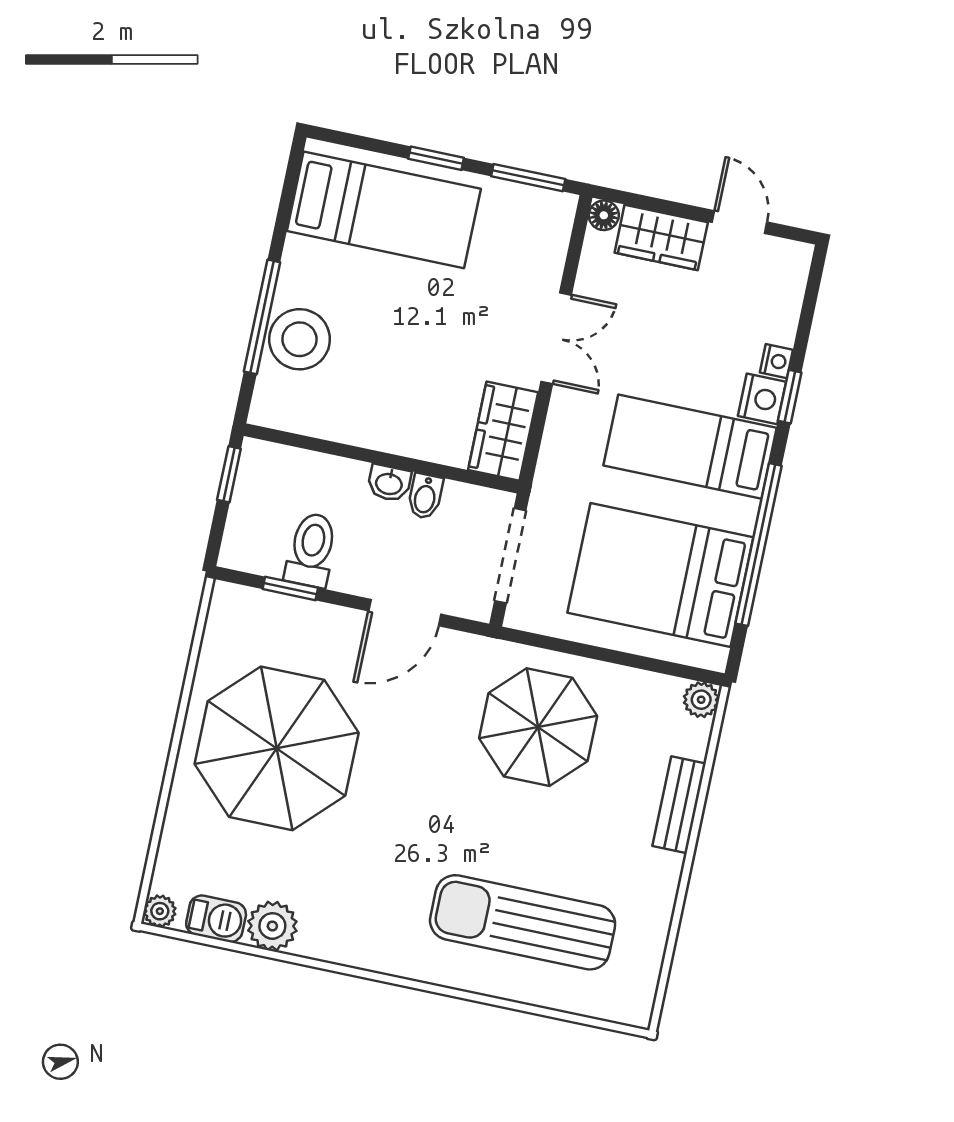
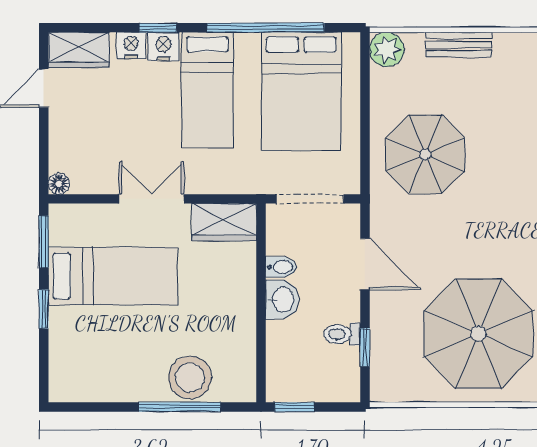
bed: (384, 210) -> (113, 276), moved, turned 90
wardrobe: (661, 237) -> (79, 50), moved, turned 90
nightstand: (776, 361) -> (131, 45), width x1.39, depth x1.35
washbasin: (389, 483) -> (282, 299), width x1.38, depth x1.45
toilet: (311, 550) -> (342, 334), width x0.73, depth x0.72
plant: (701, 700) -> (387, 49), width x1.38, depth x1.38

